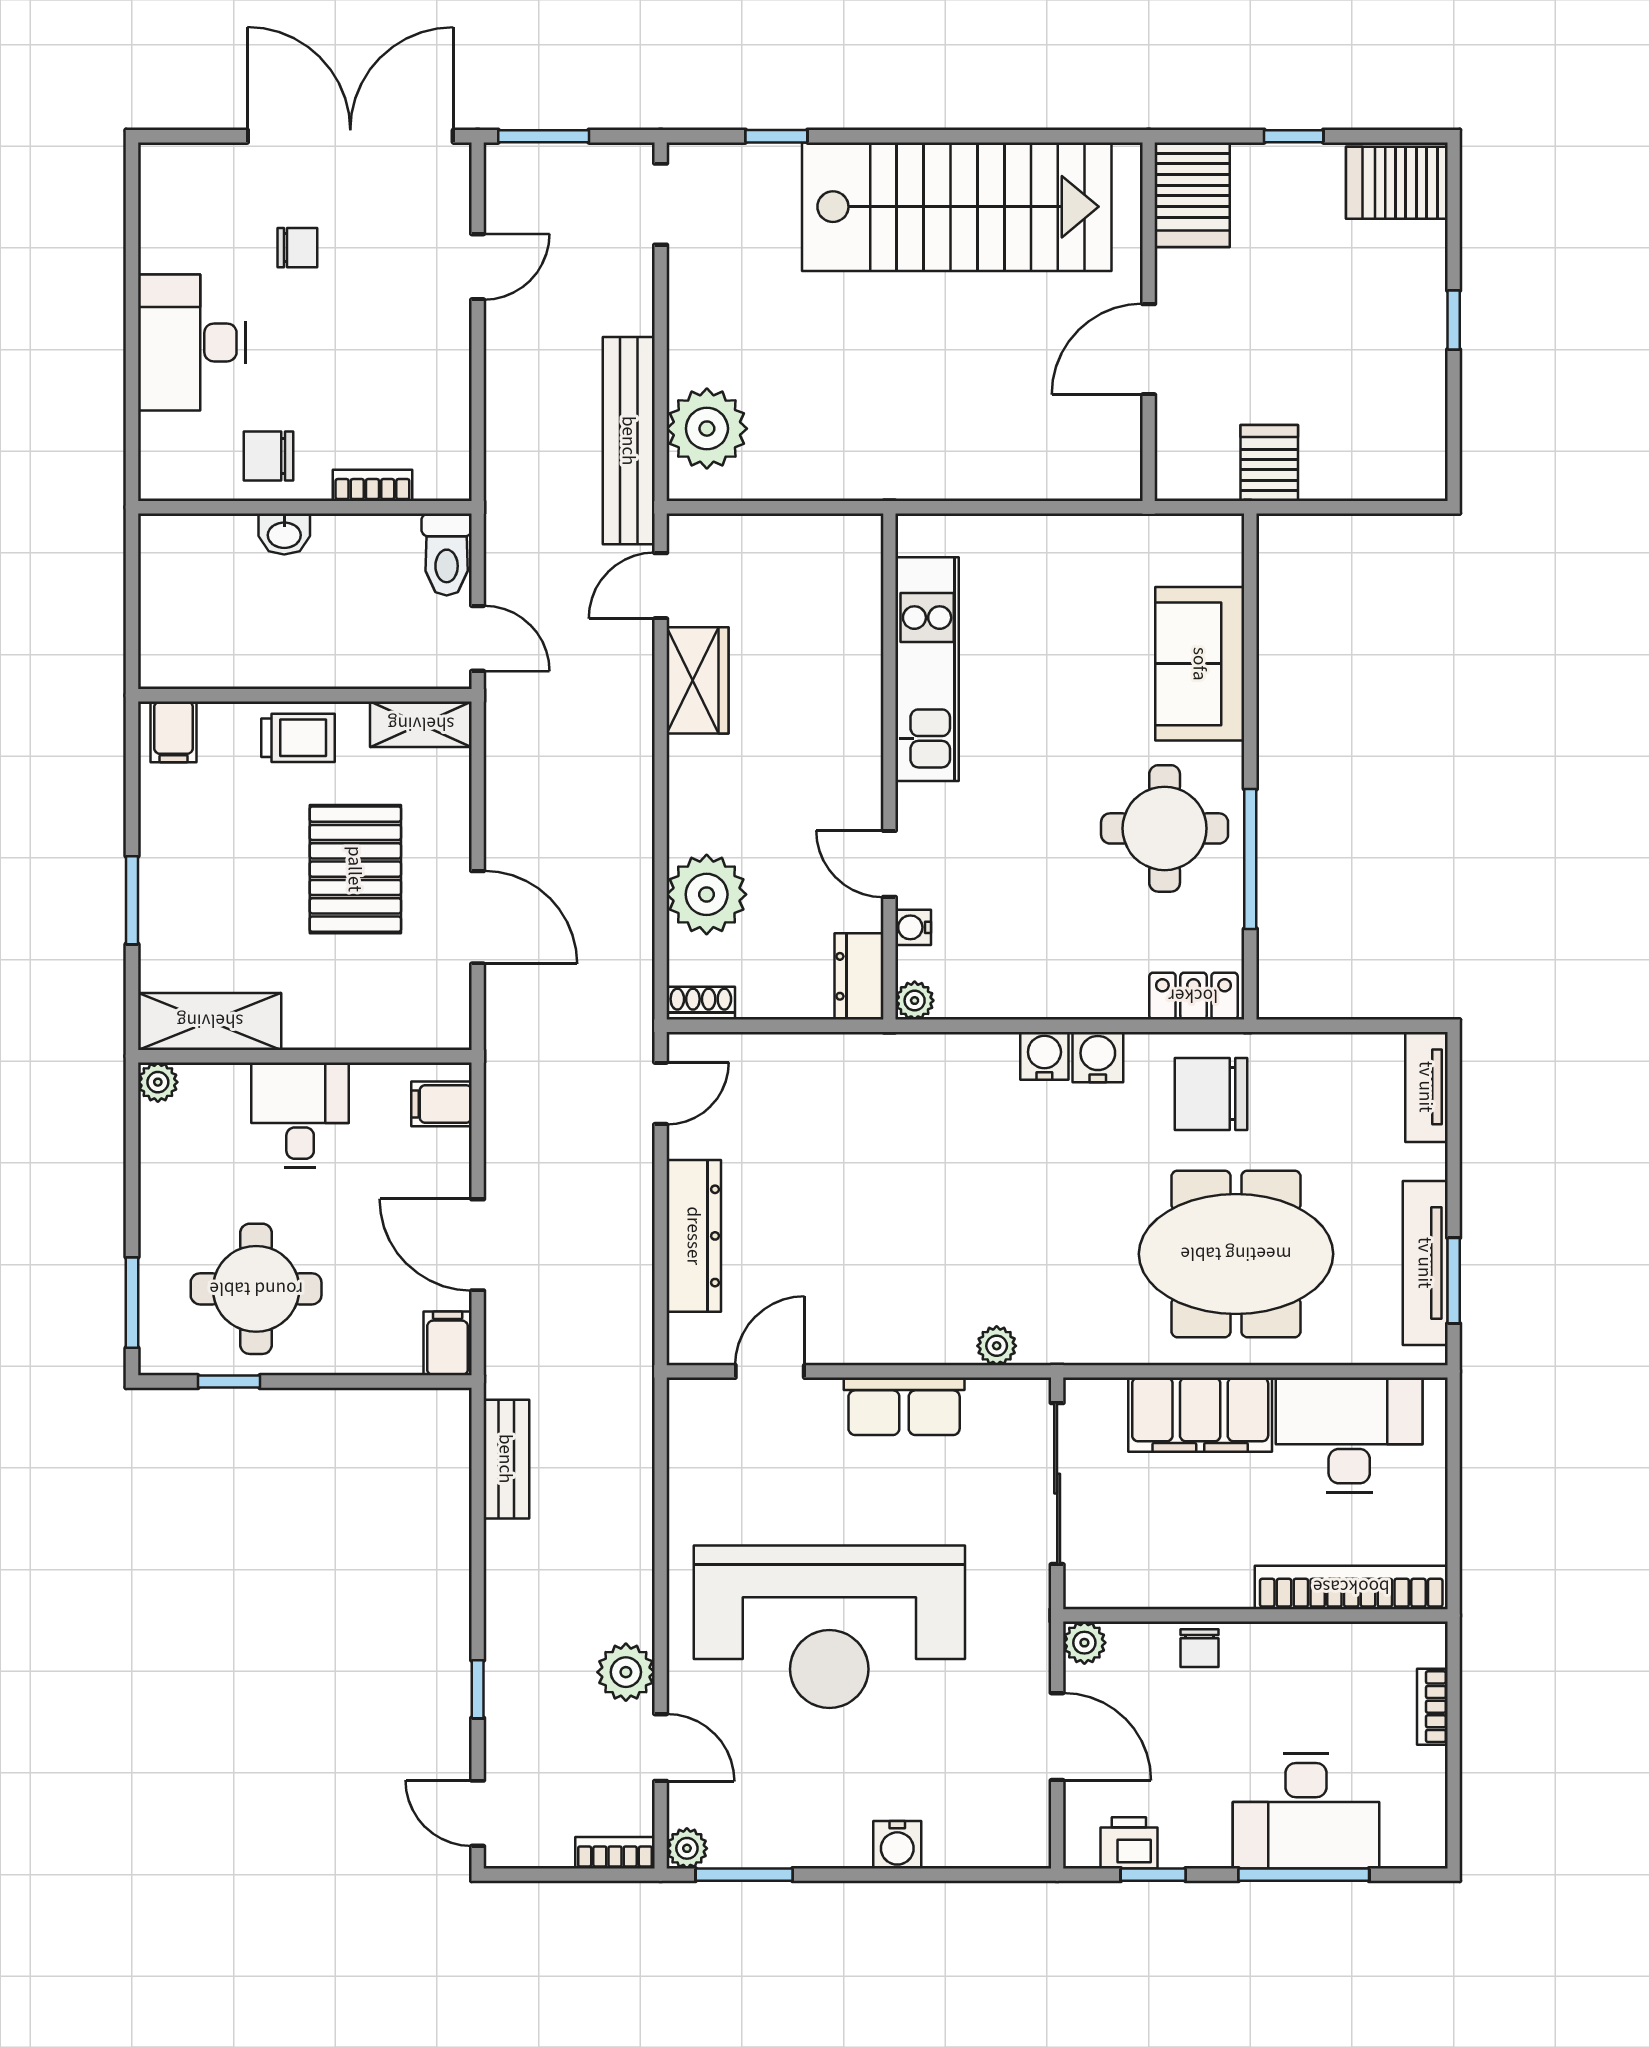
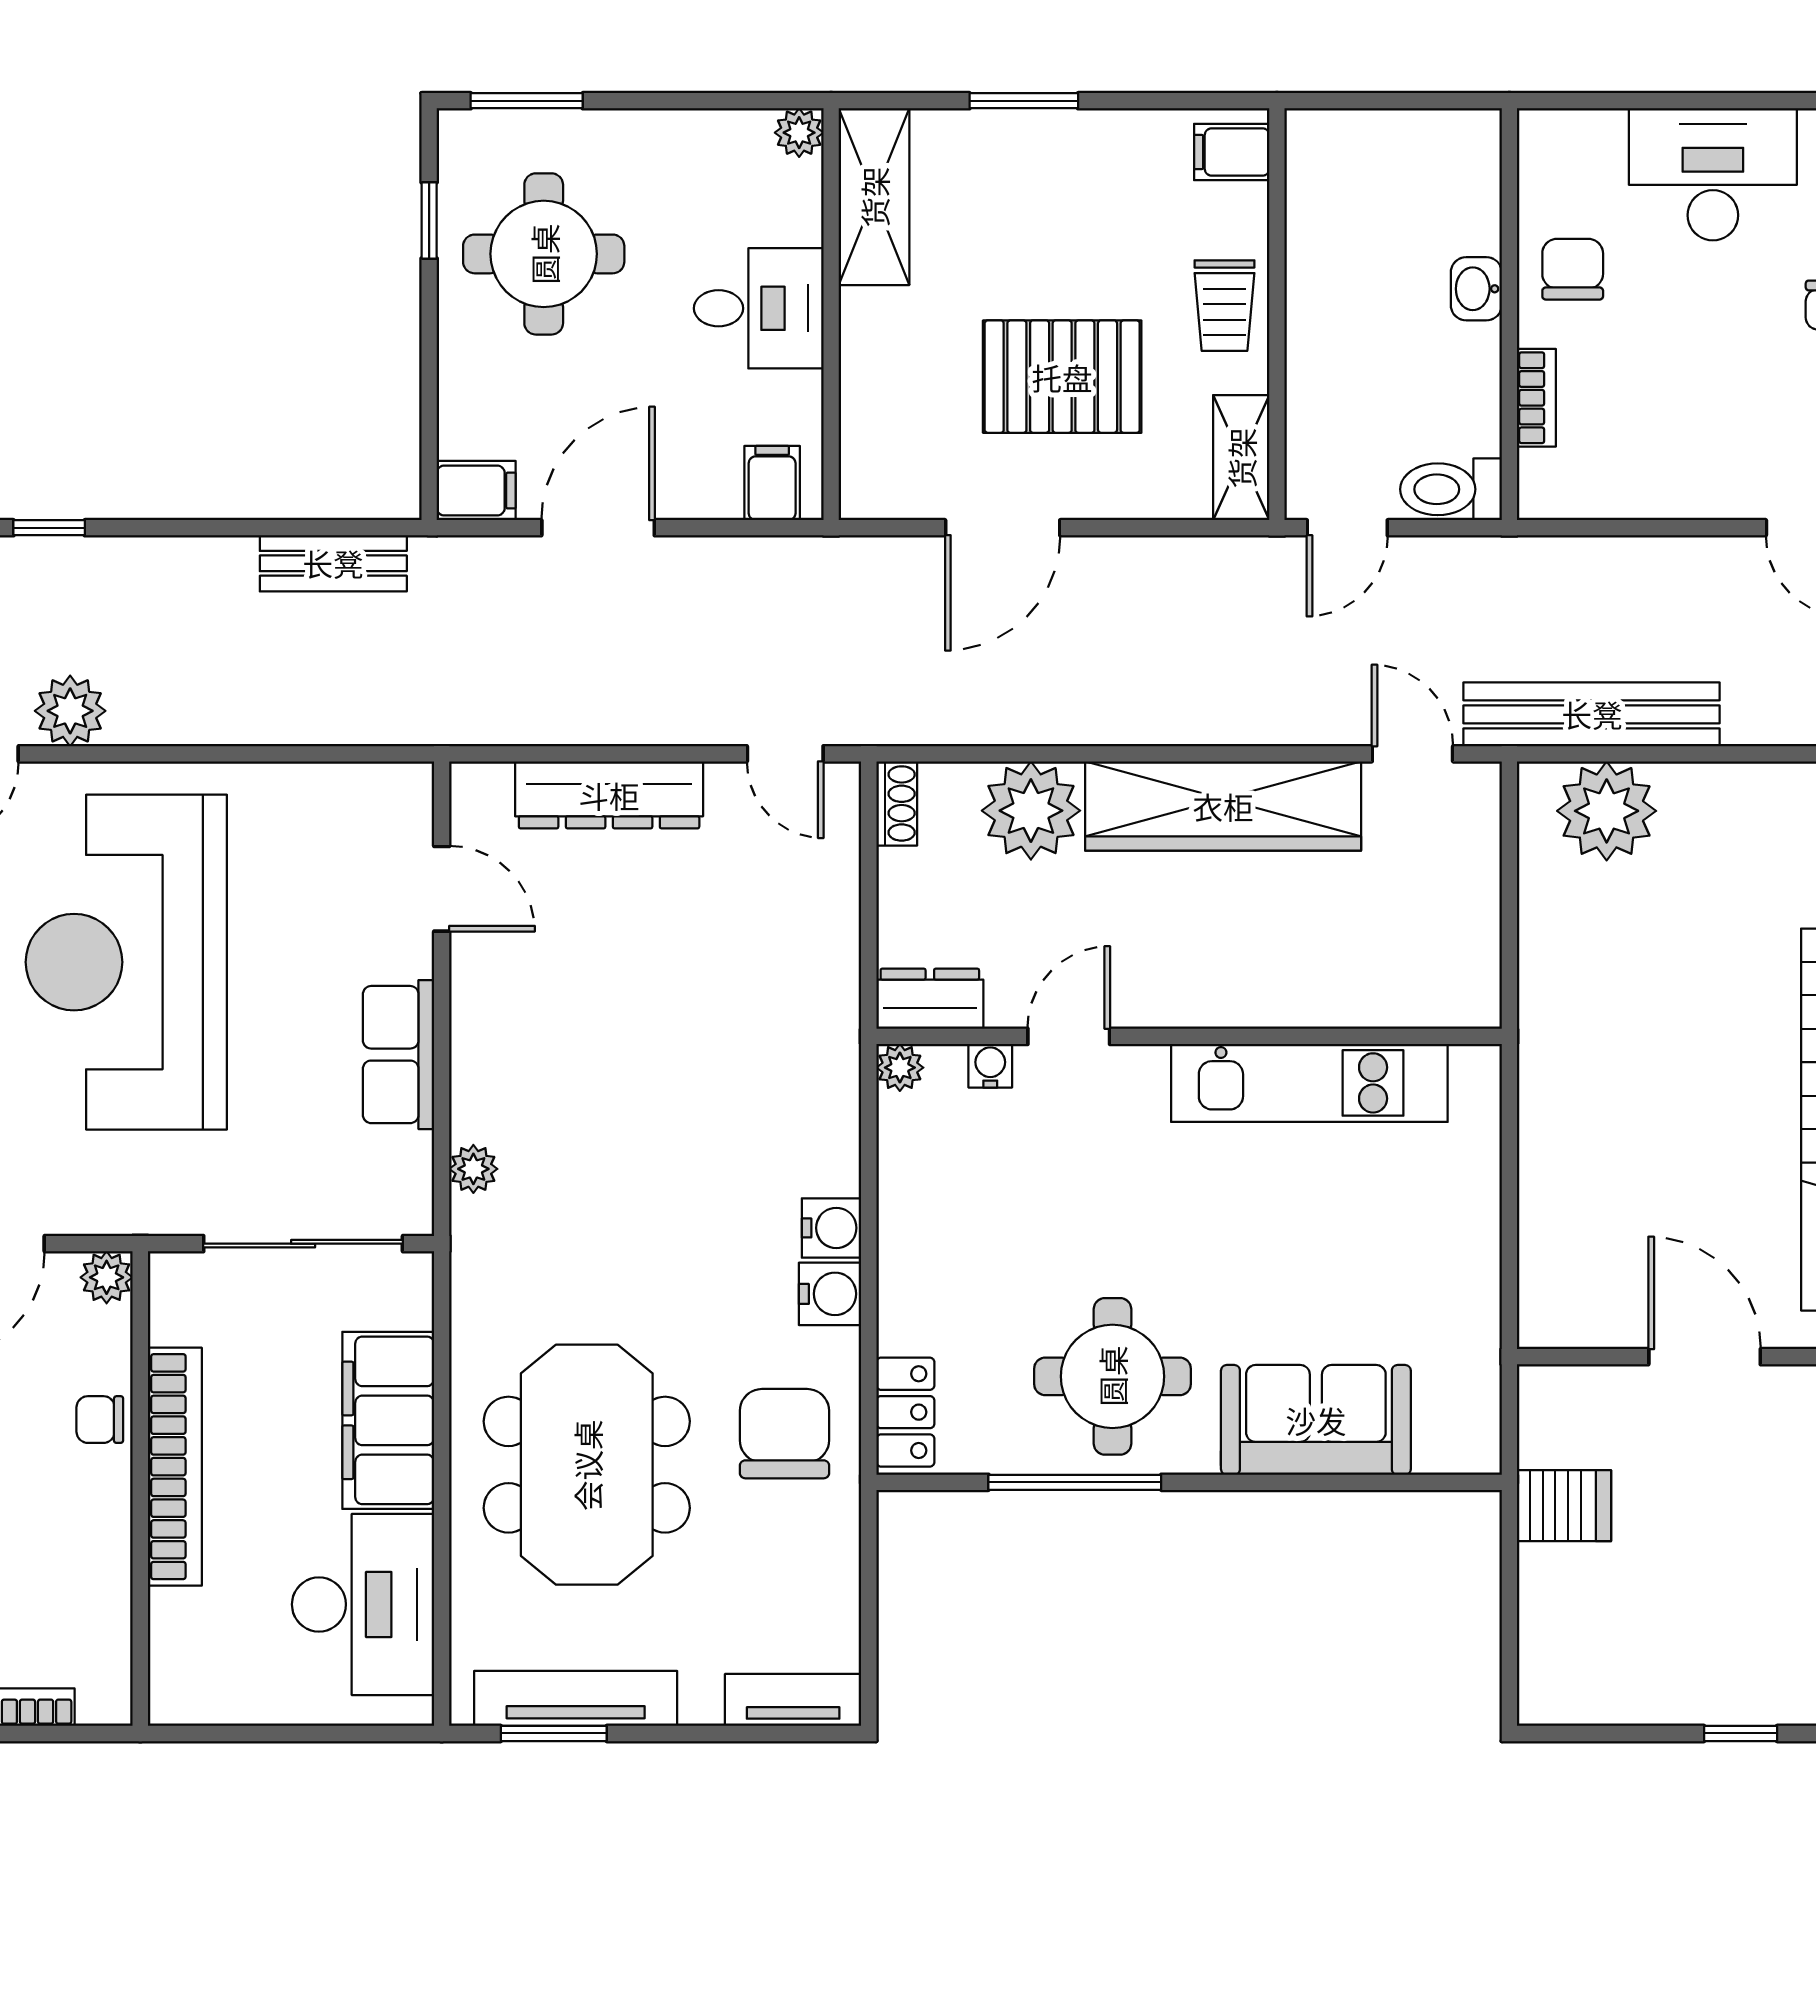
wardrobe: (698, 680) -> (1223, 806), width x2.10, depth x1.17
bookcase: (1351, 1587) -> (175, 1467), moved

